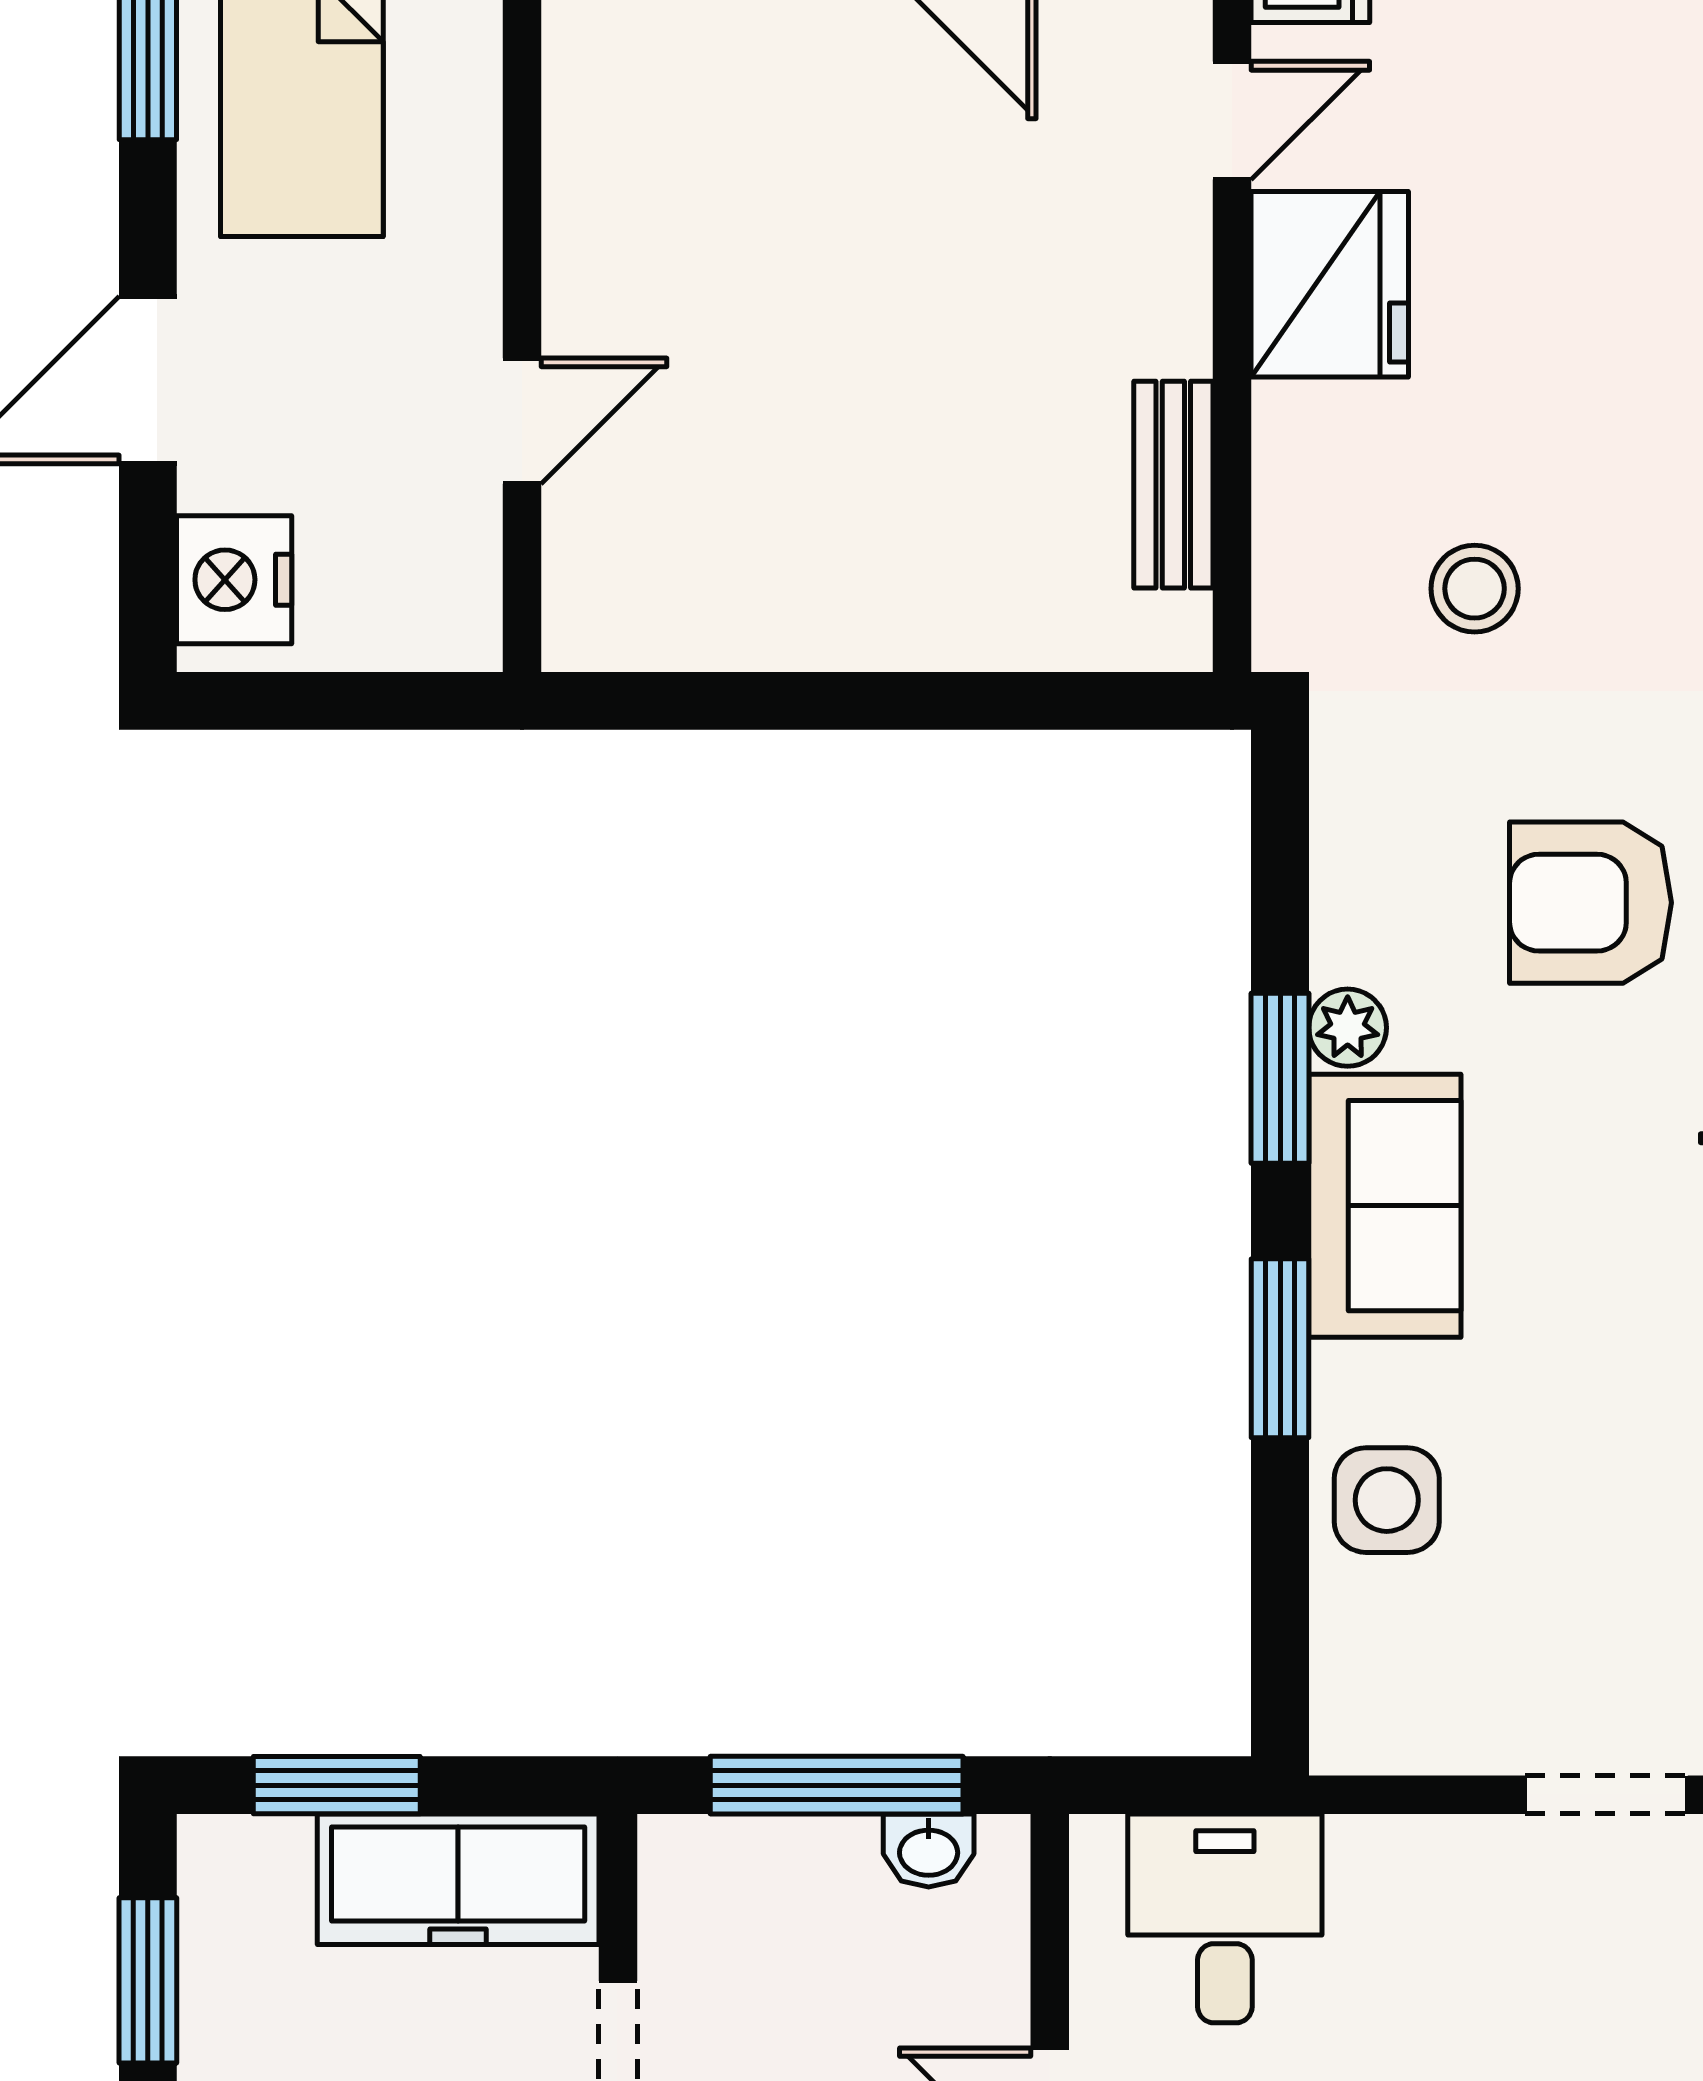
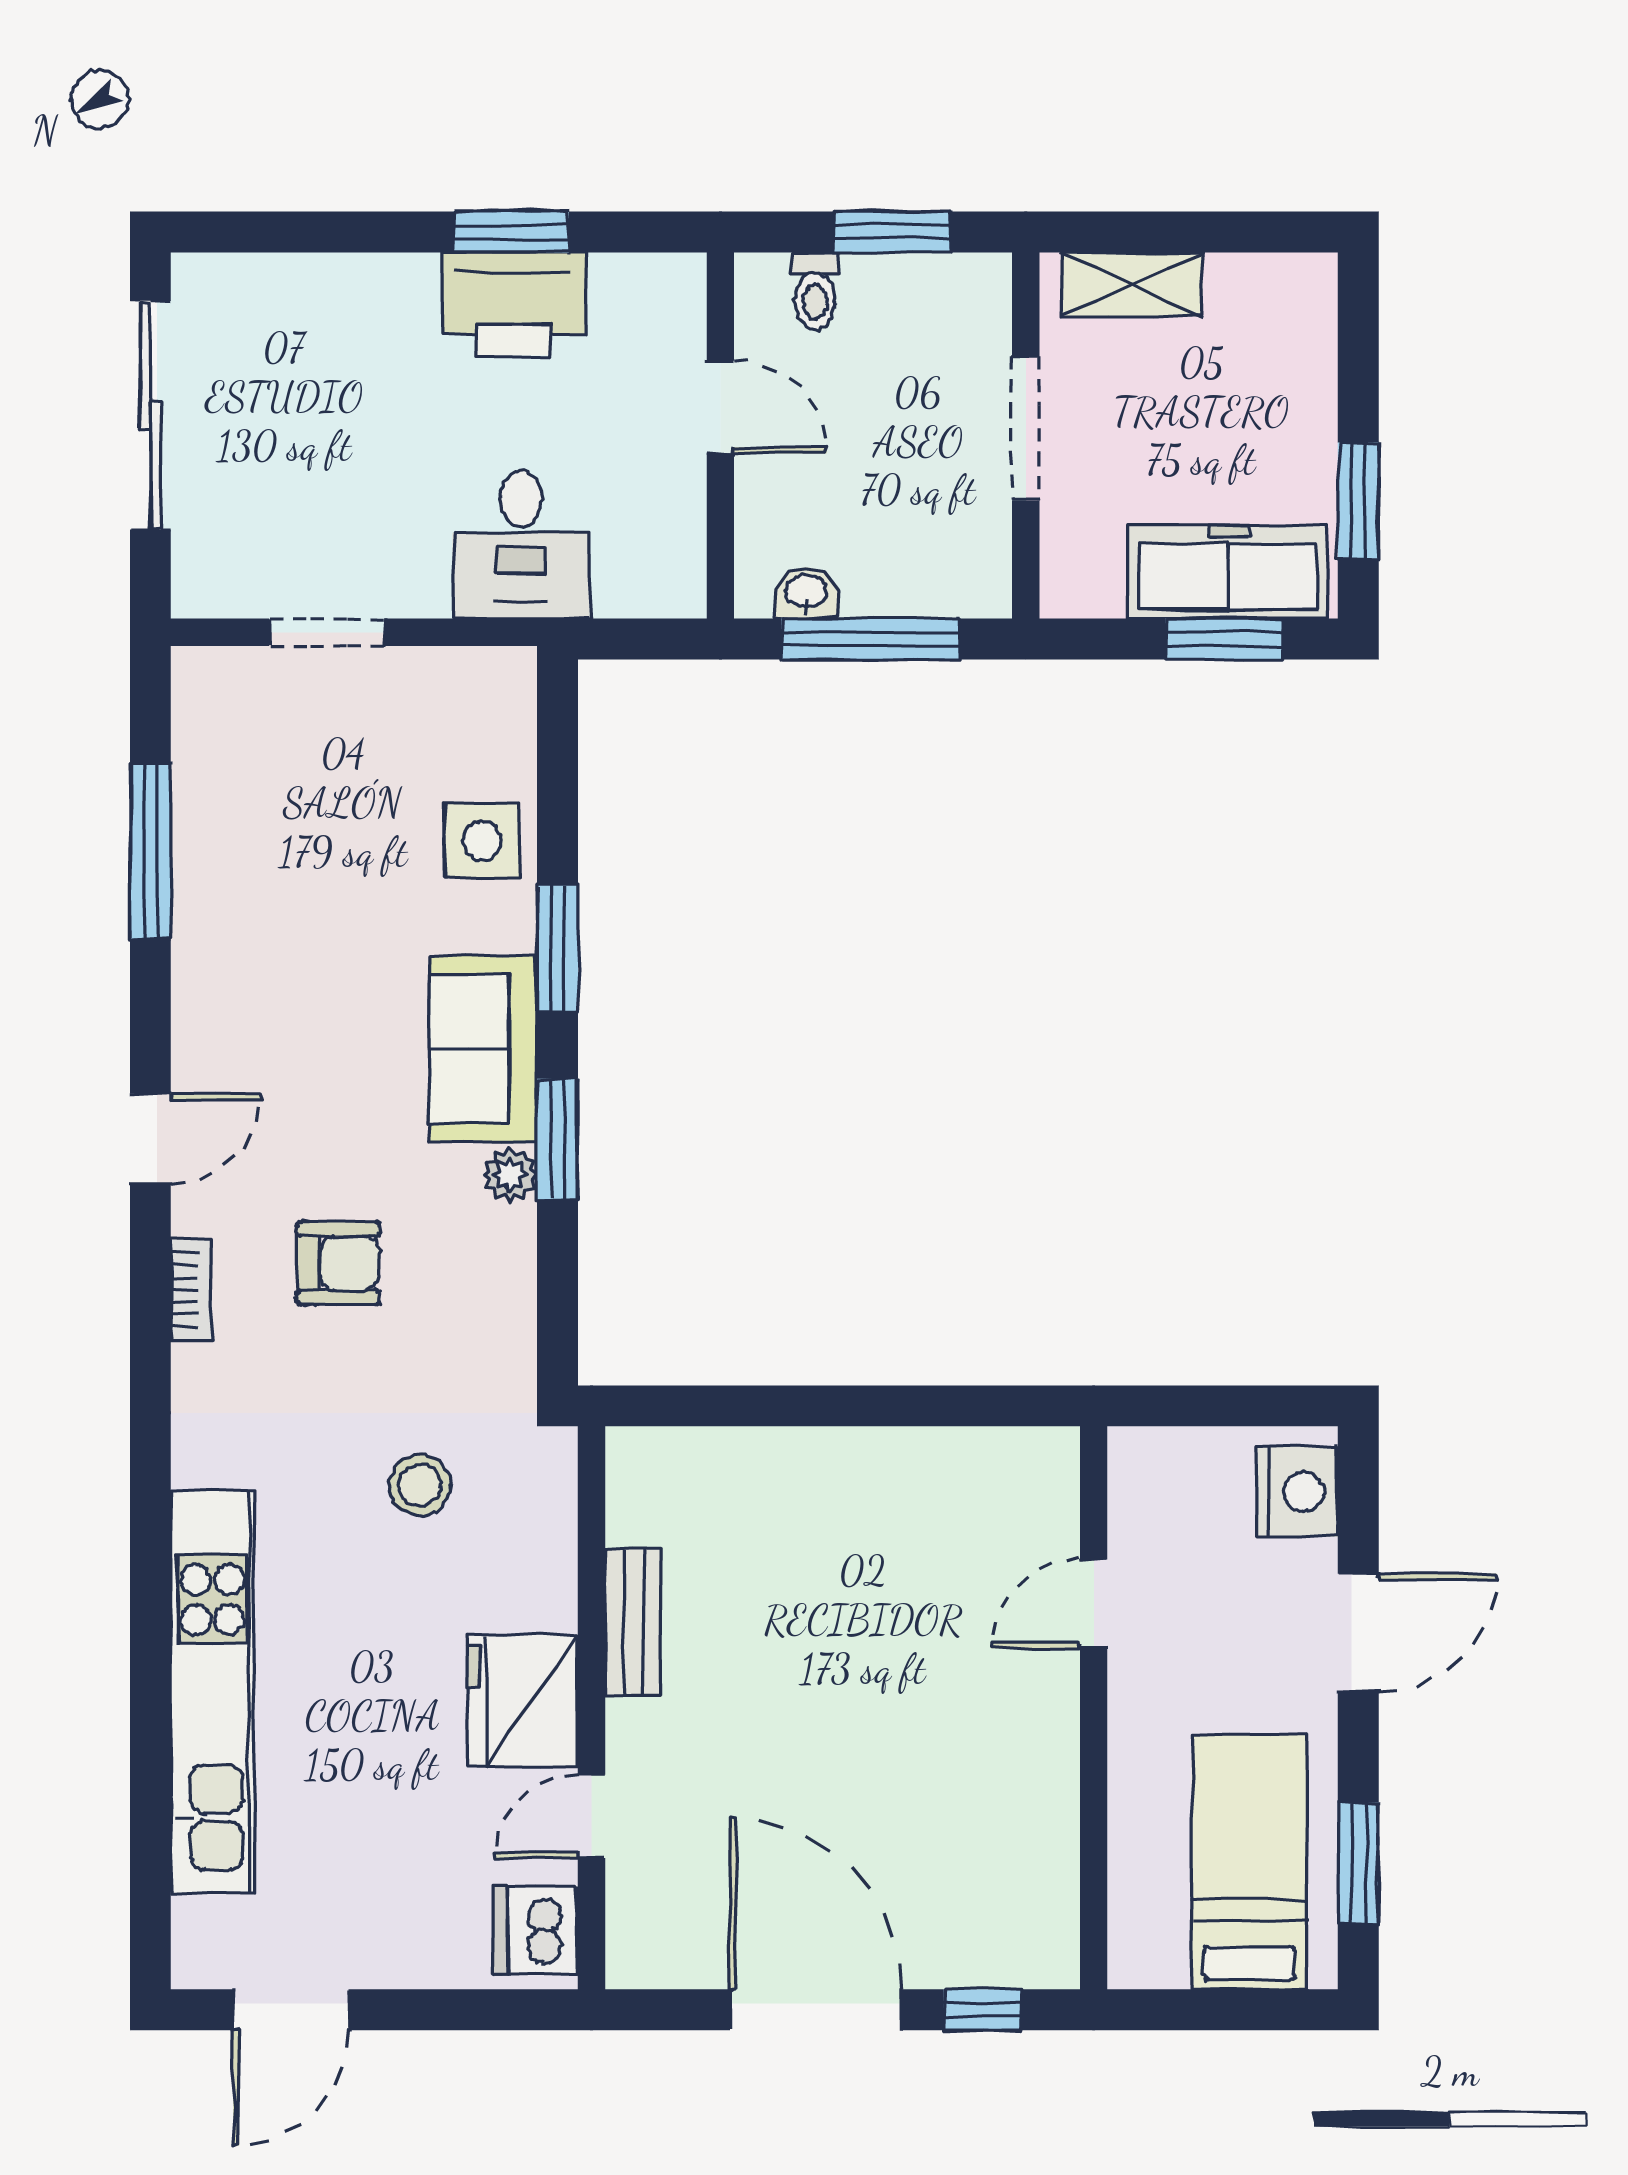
bench: (1173, 485) -> (633, 1622), moved
armchair: (1591, 903) -> (338, 1263), width x0.72, depth x0.72
freezer: (458, 1879) -> (1228, 573), moved
desk: (1225, 1918) -> (521, 545), moved

